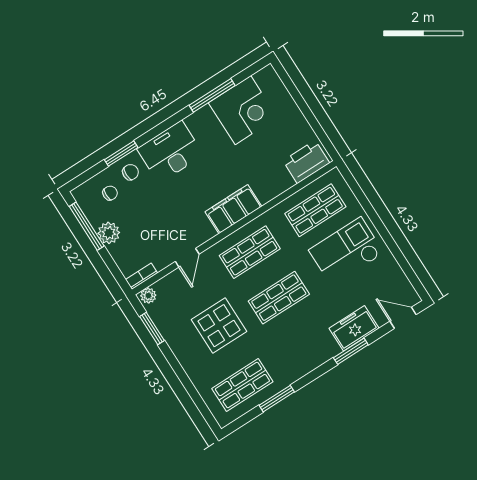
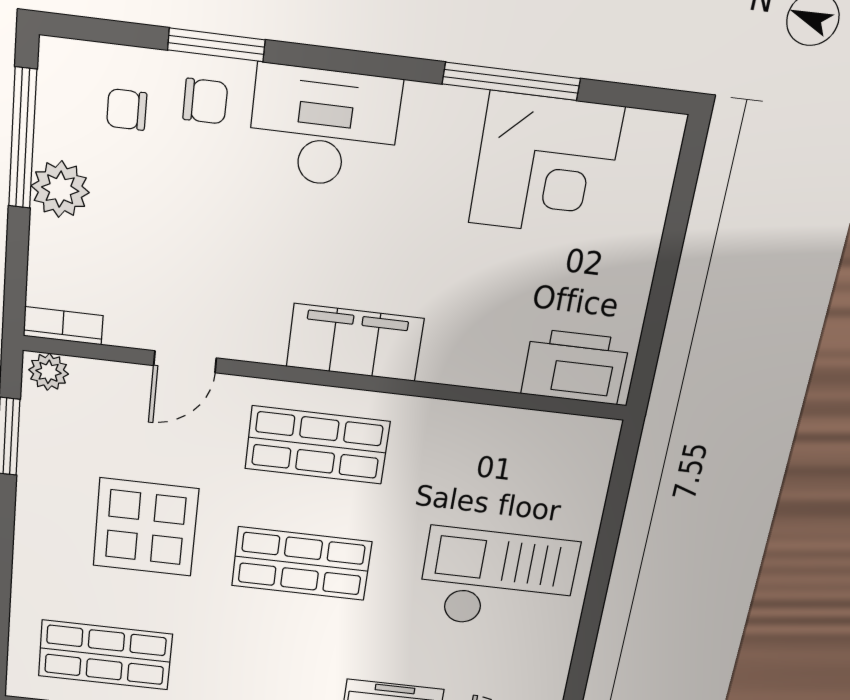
chair: (110, 193) -> (127, 110), turned 180
shop shelf: (315, 210) -> (509, 467), removed

